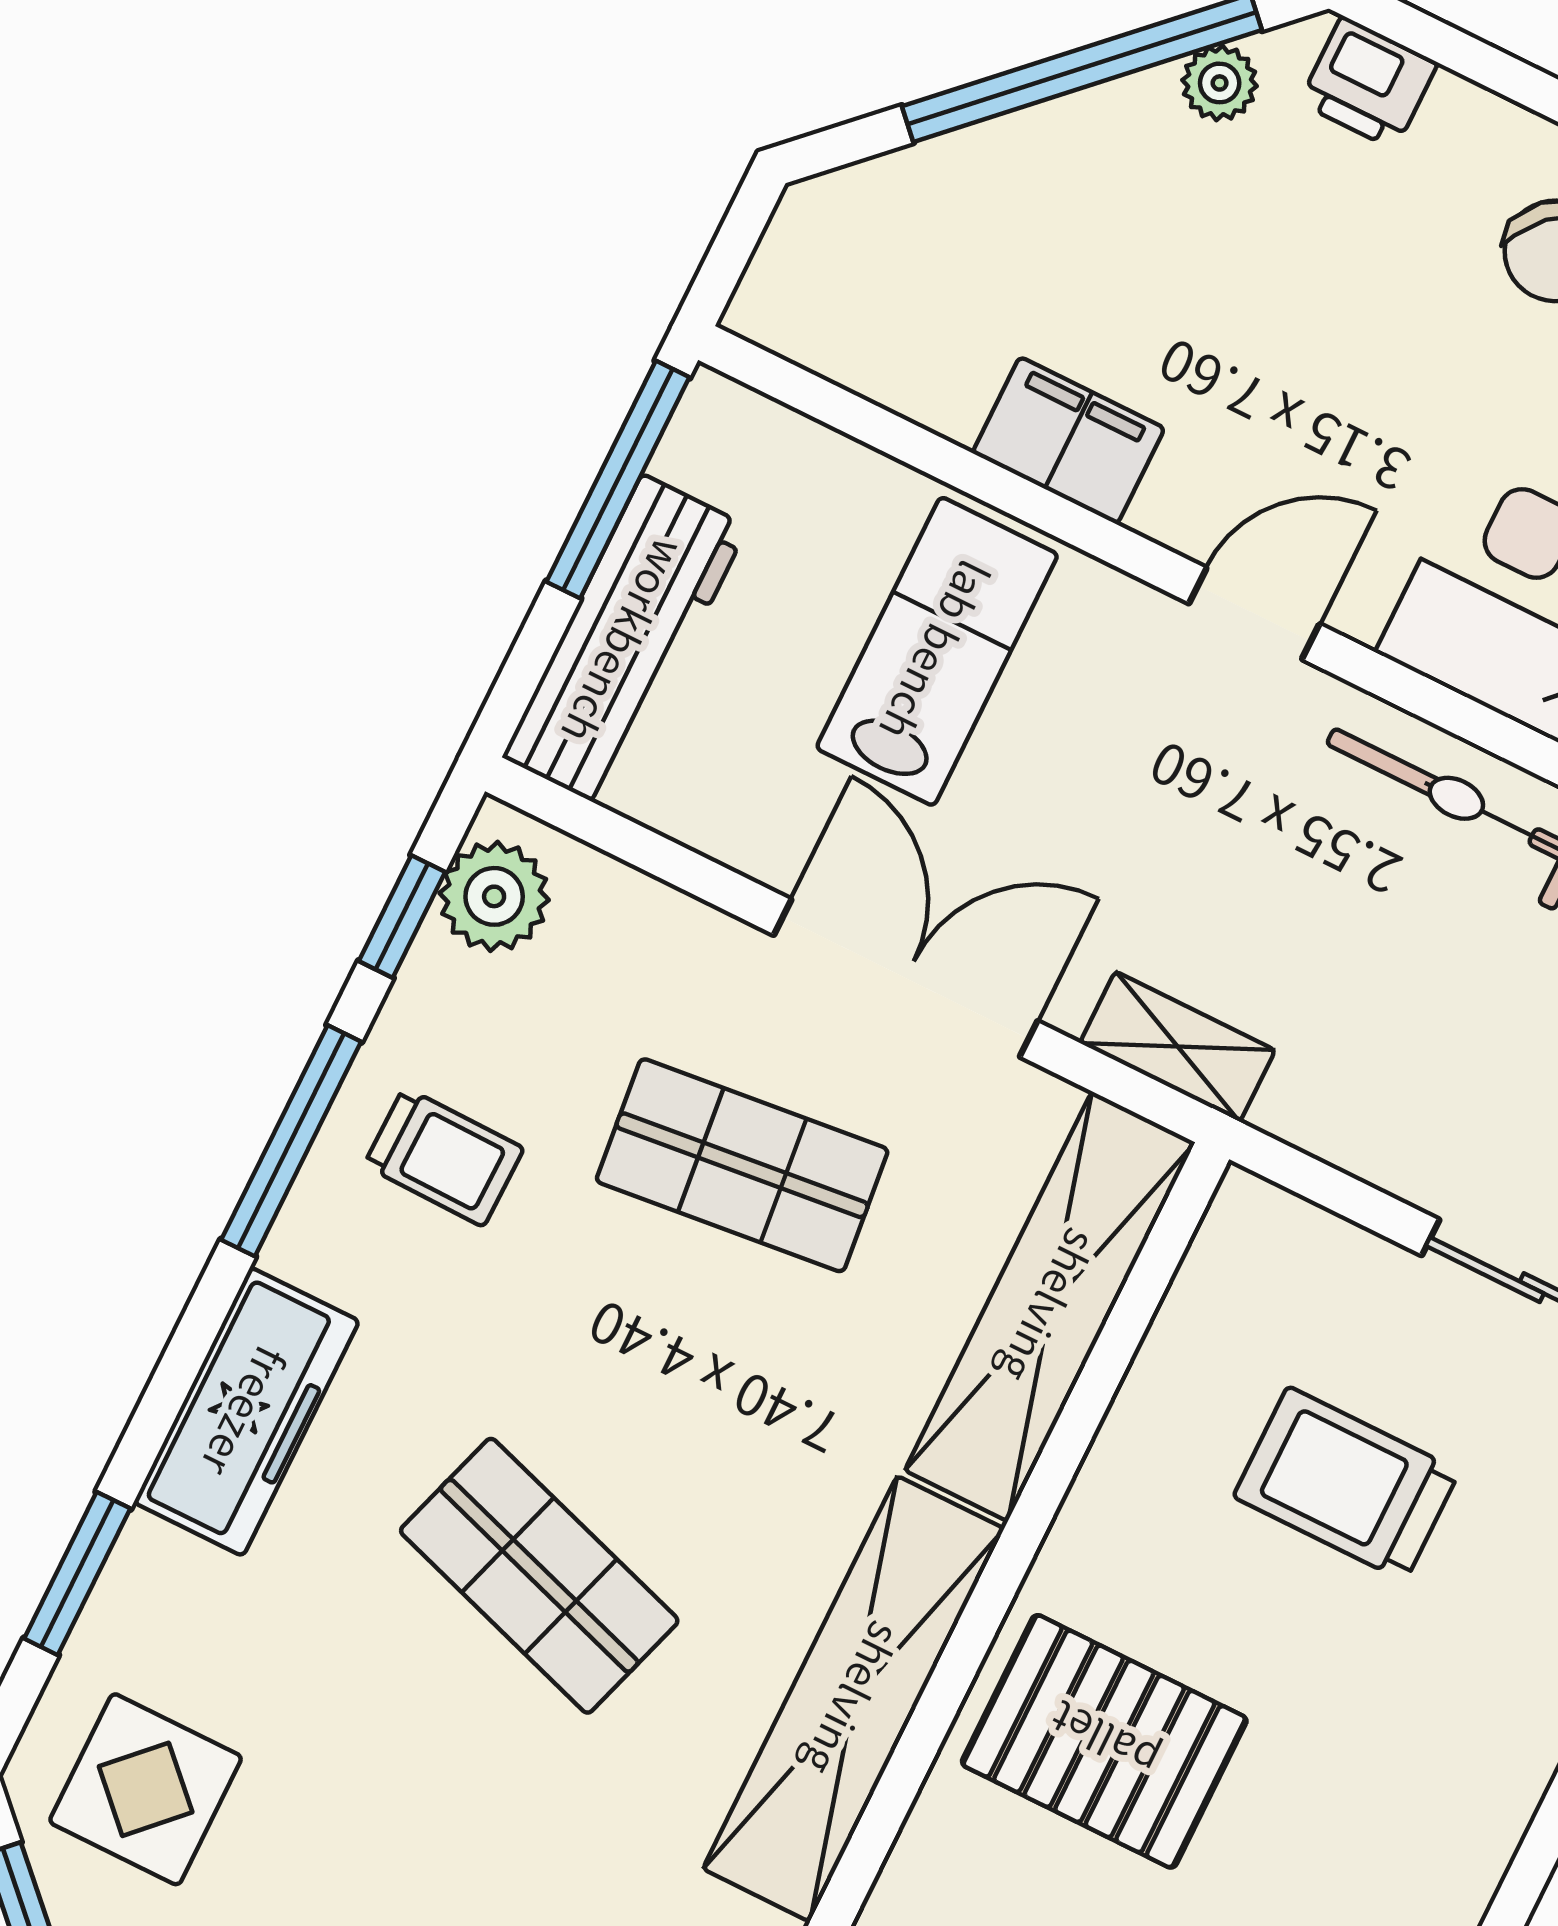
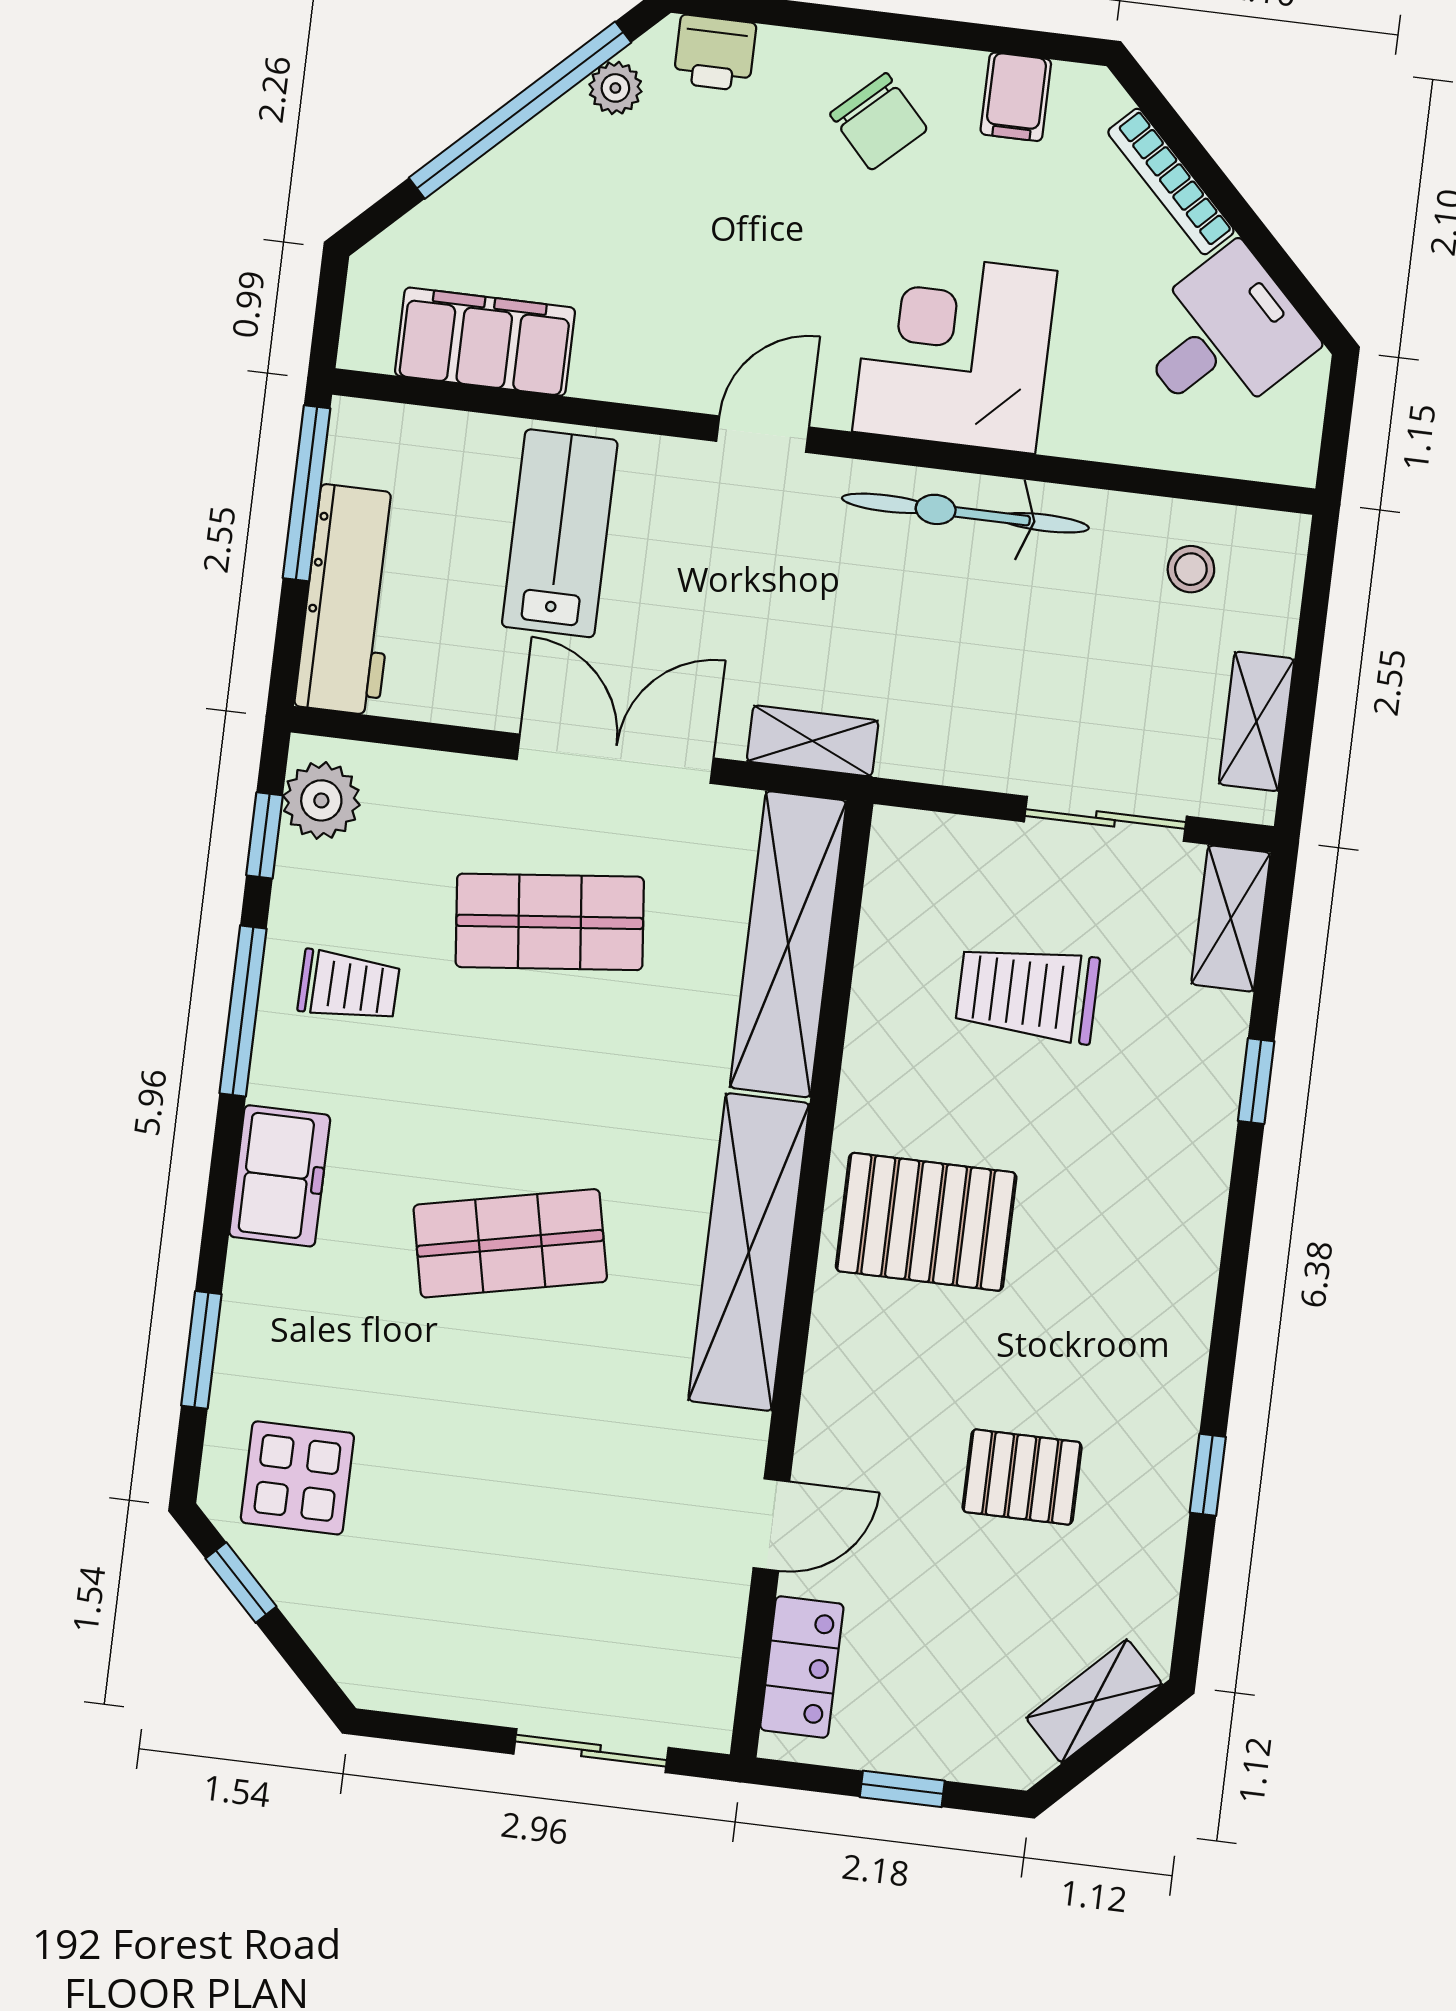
filing cabinet: (1068, 441) -> (485, 342), moved, width x1.50, depth x1.17
freezer: (246, 1412) -> (280, 1176), width x0.71
shop shelf: (539, 1576) -> (510, 1243), turned -30

